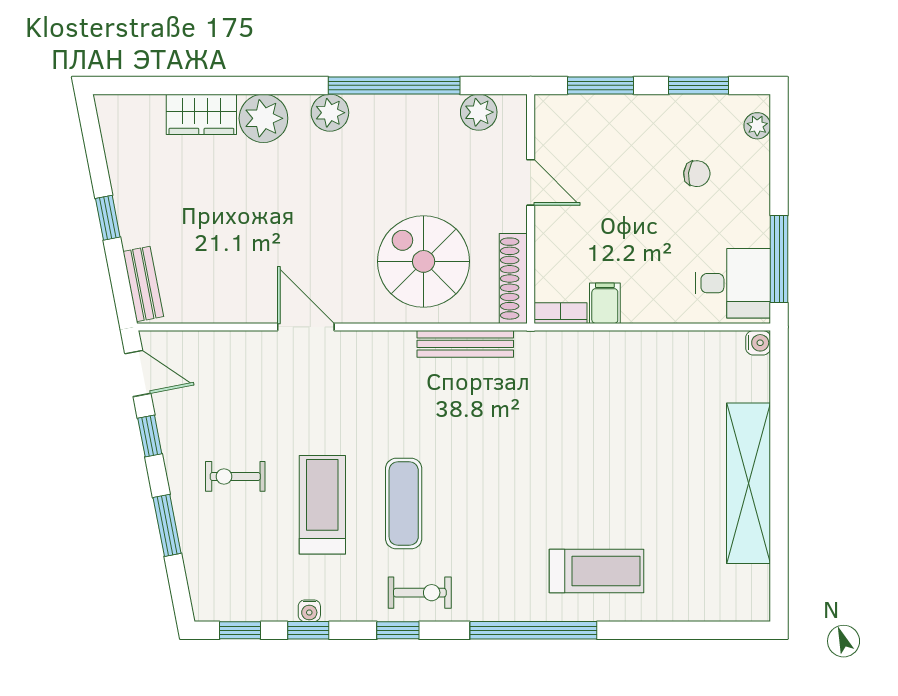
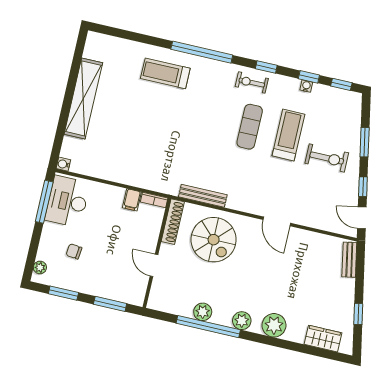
plant: (479, 112) -> (203, 312), moved
wardrobe: (201, 114) -> (323, 339), moved
window: (108, 218) -> (358, 314), moved
desk: (733, 283) -> (67, 202), width x1.37
exercise bike: (235, 476) -> (327, 158), width x1.38, depth x1.39
treadmill: (322, 505) -> (288, 135), turned 180

